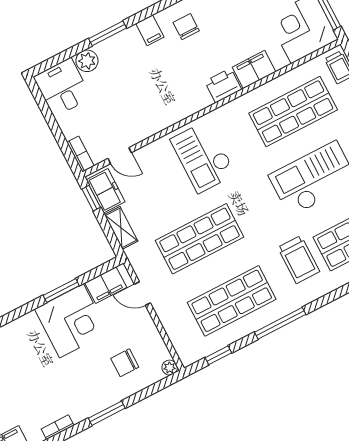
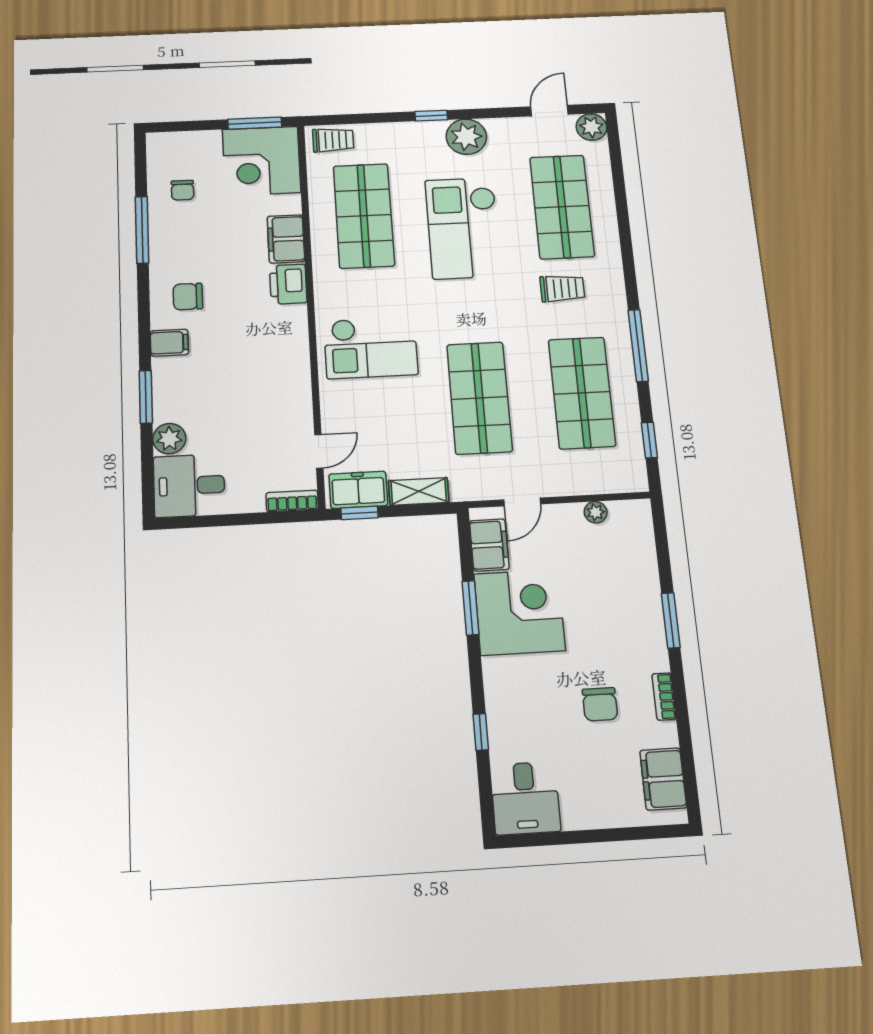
trolley: (299, 260) -> (562, 288), width x0.73, depth x0.72
chair: (125, 363) -> (600, 704), moved
plant: (170, 368) -> (596, 512), moved

